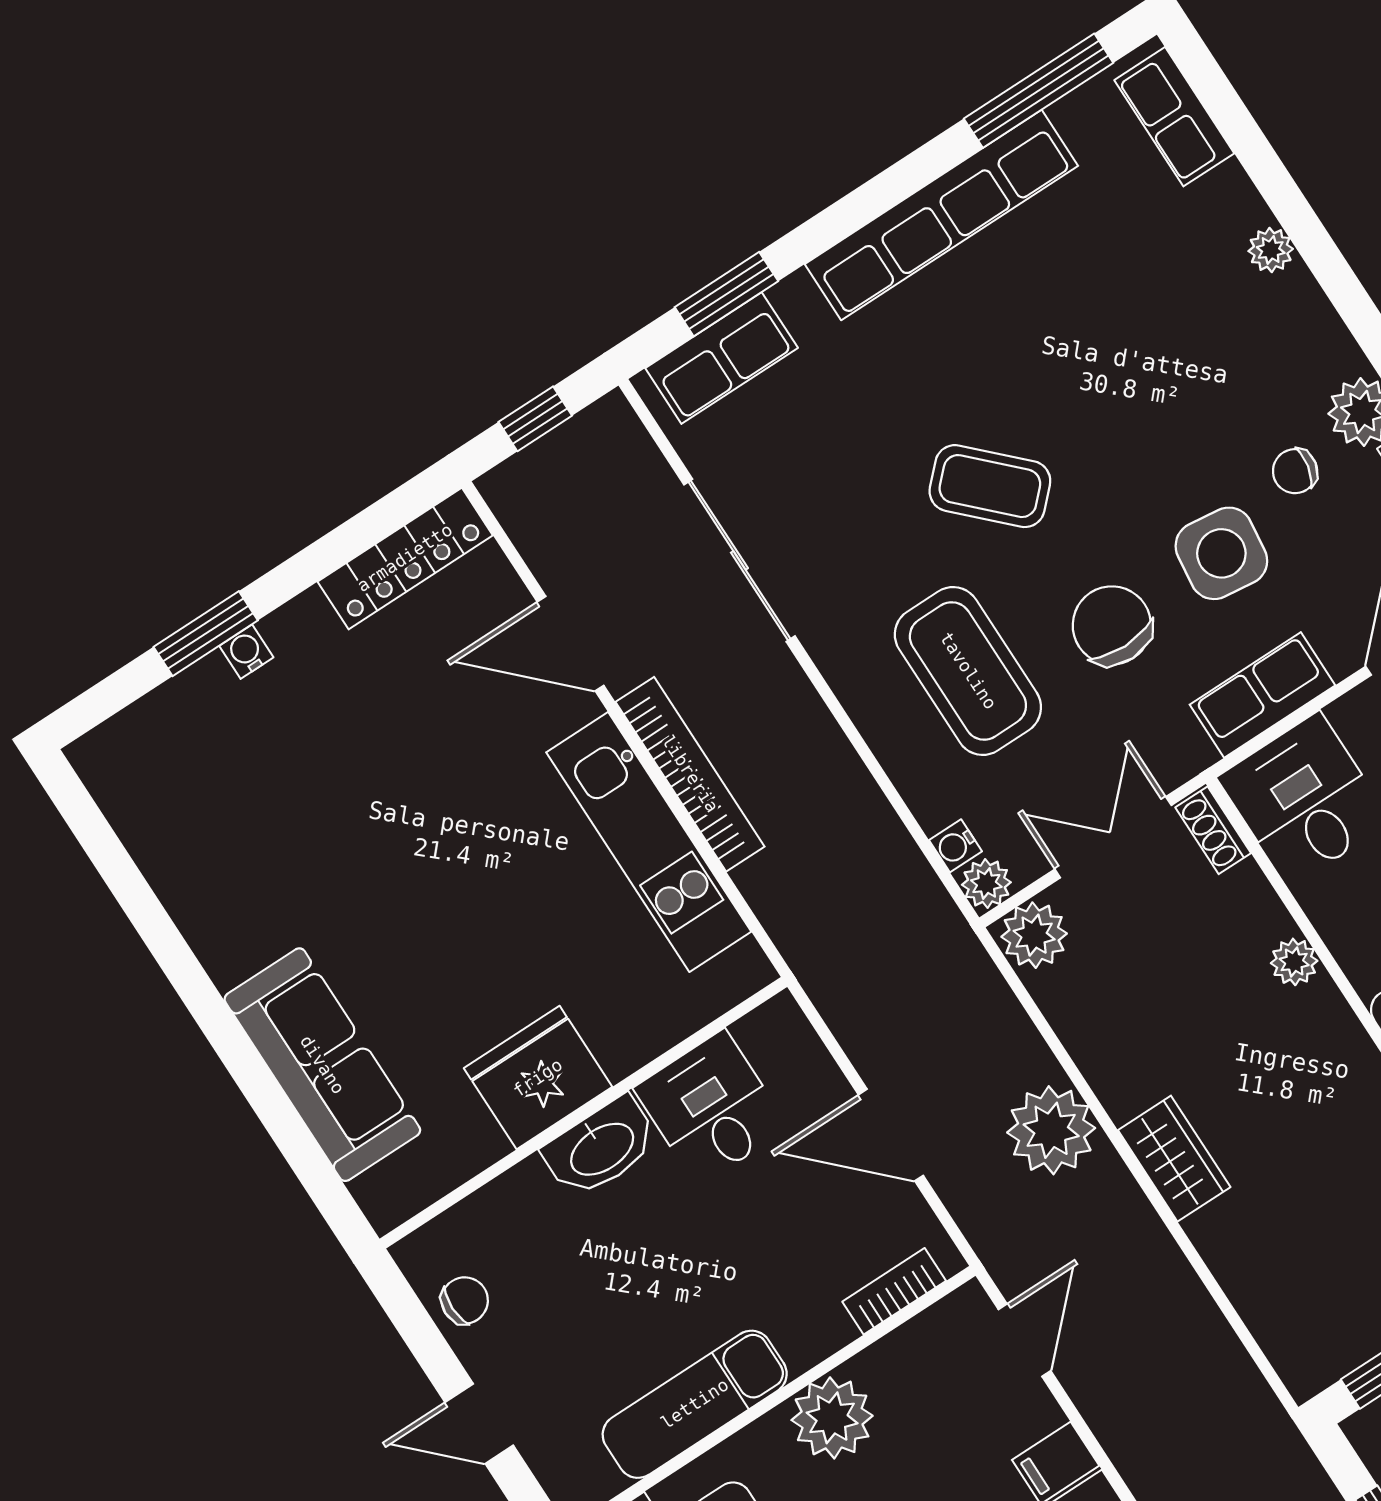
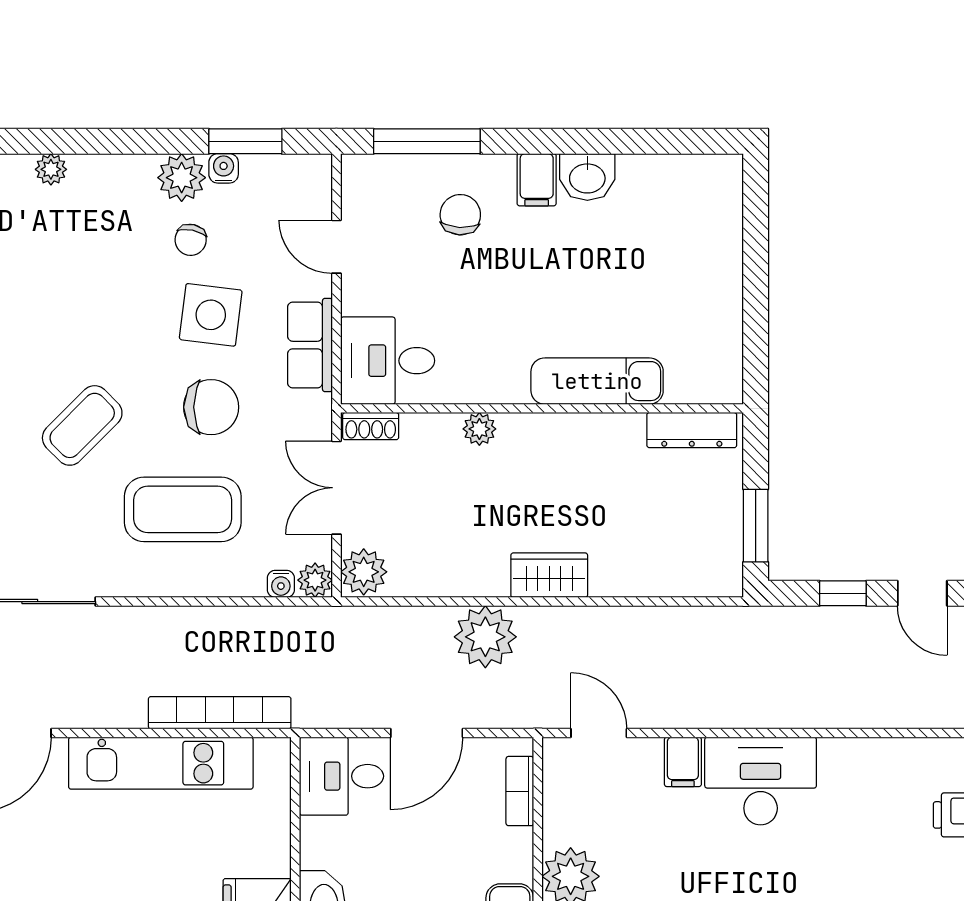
chair: (1112, 625) -> (211, 407), turned 180
bookcase: (690, 774) -> (220, 713), moved
desk: (711, 1108) -> (341, 776), moved

